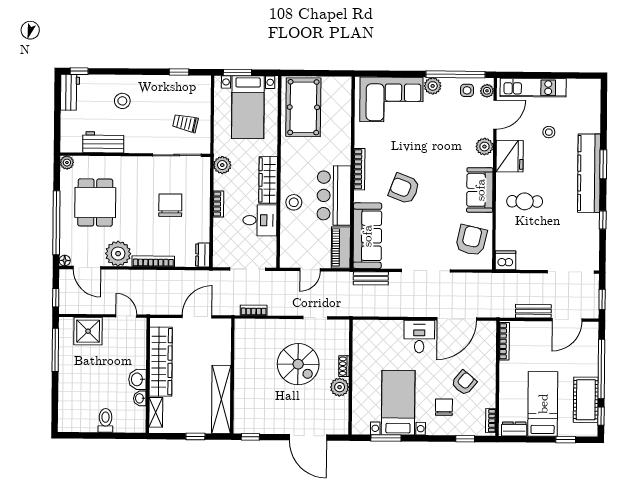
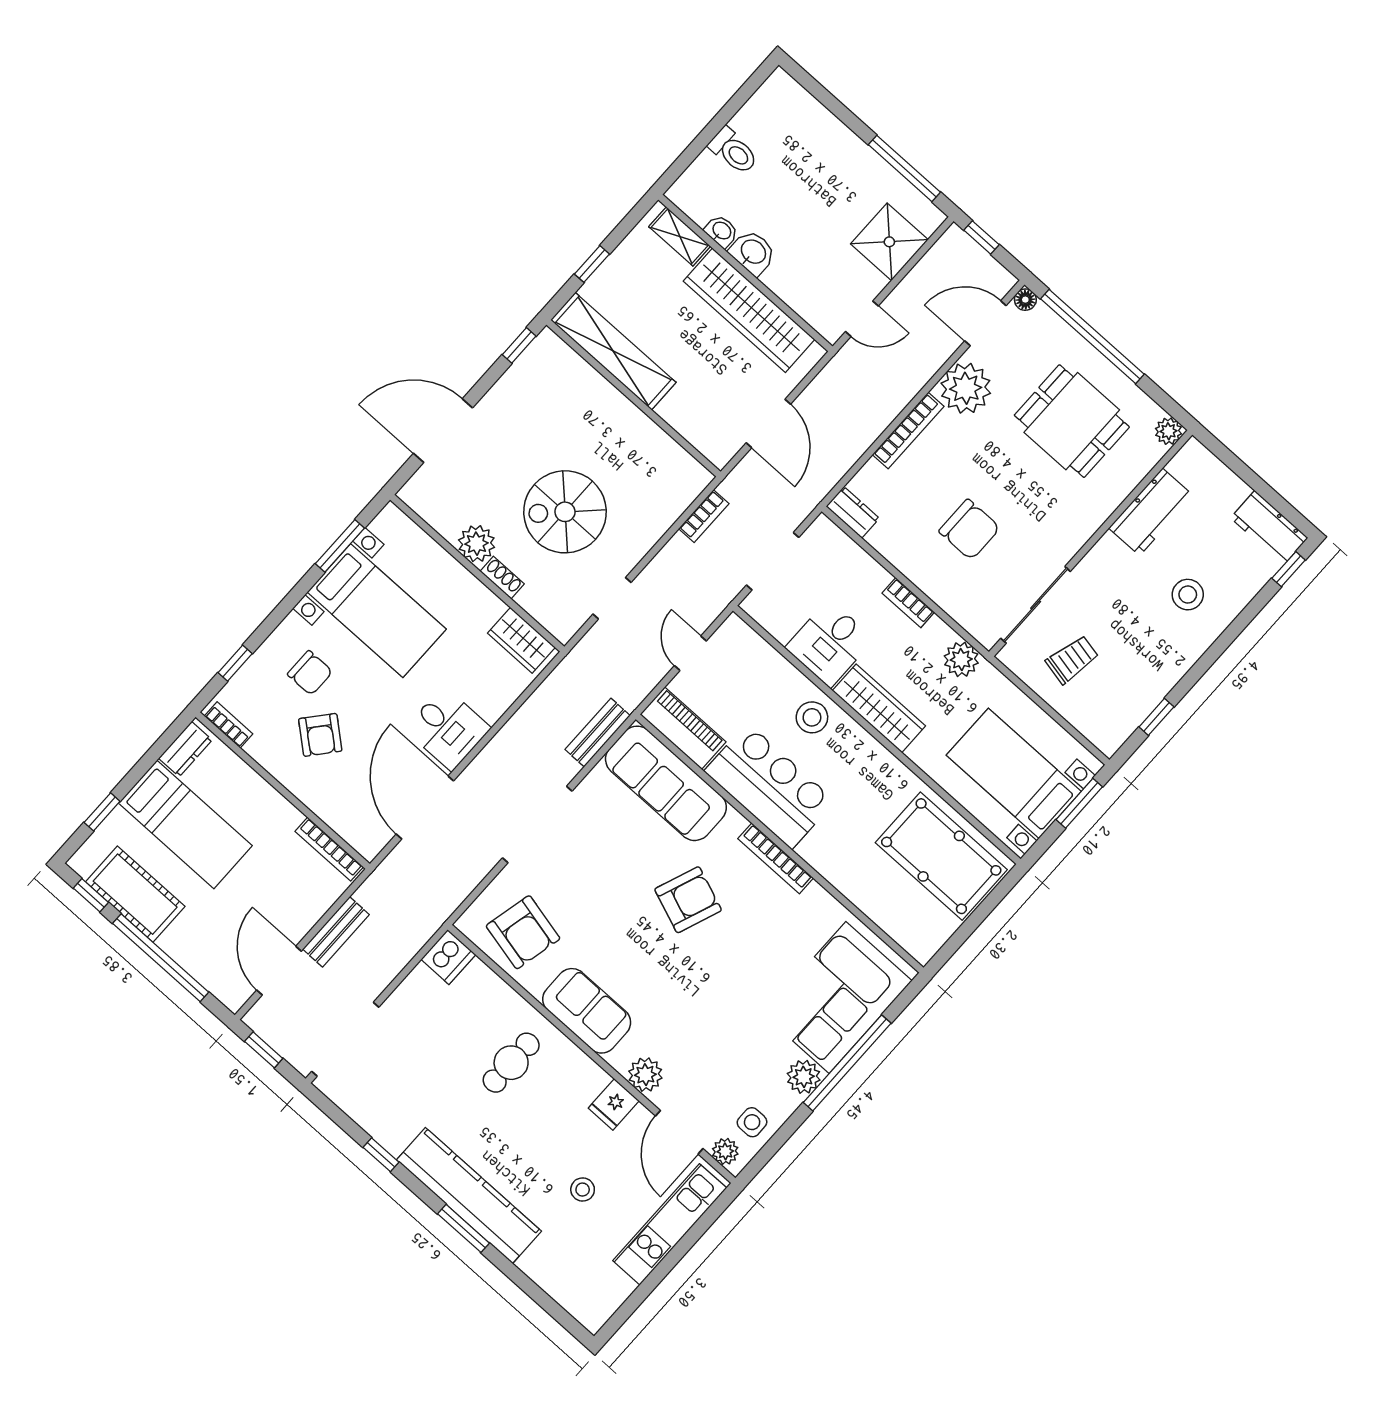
window: (455, 74) -> (847, 1063), moved
fridge: (510, 156) -> (614, 1104), width x0.53, depth x0.75
wardrobe: (361, 338) -> (521, 640), added

